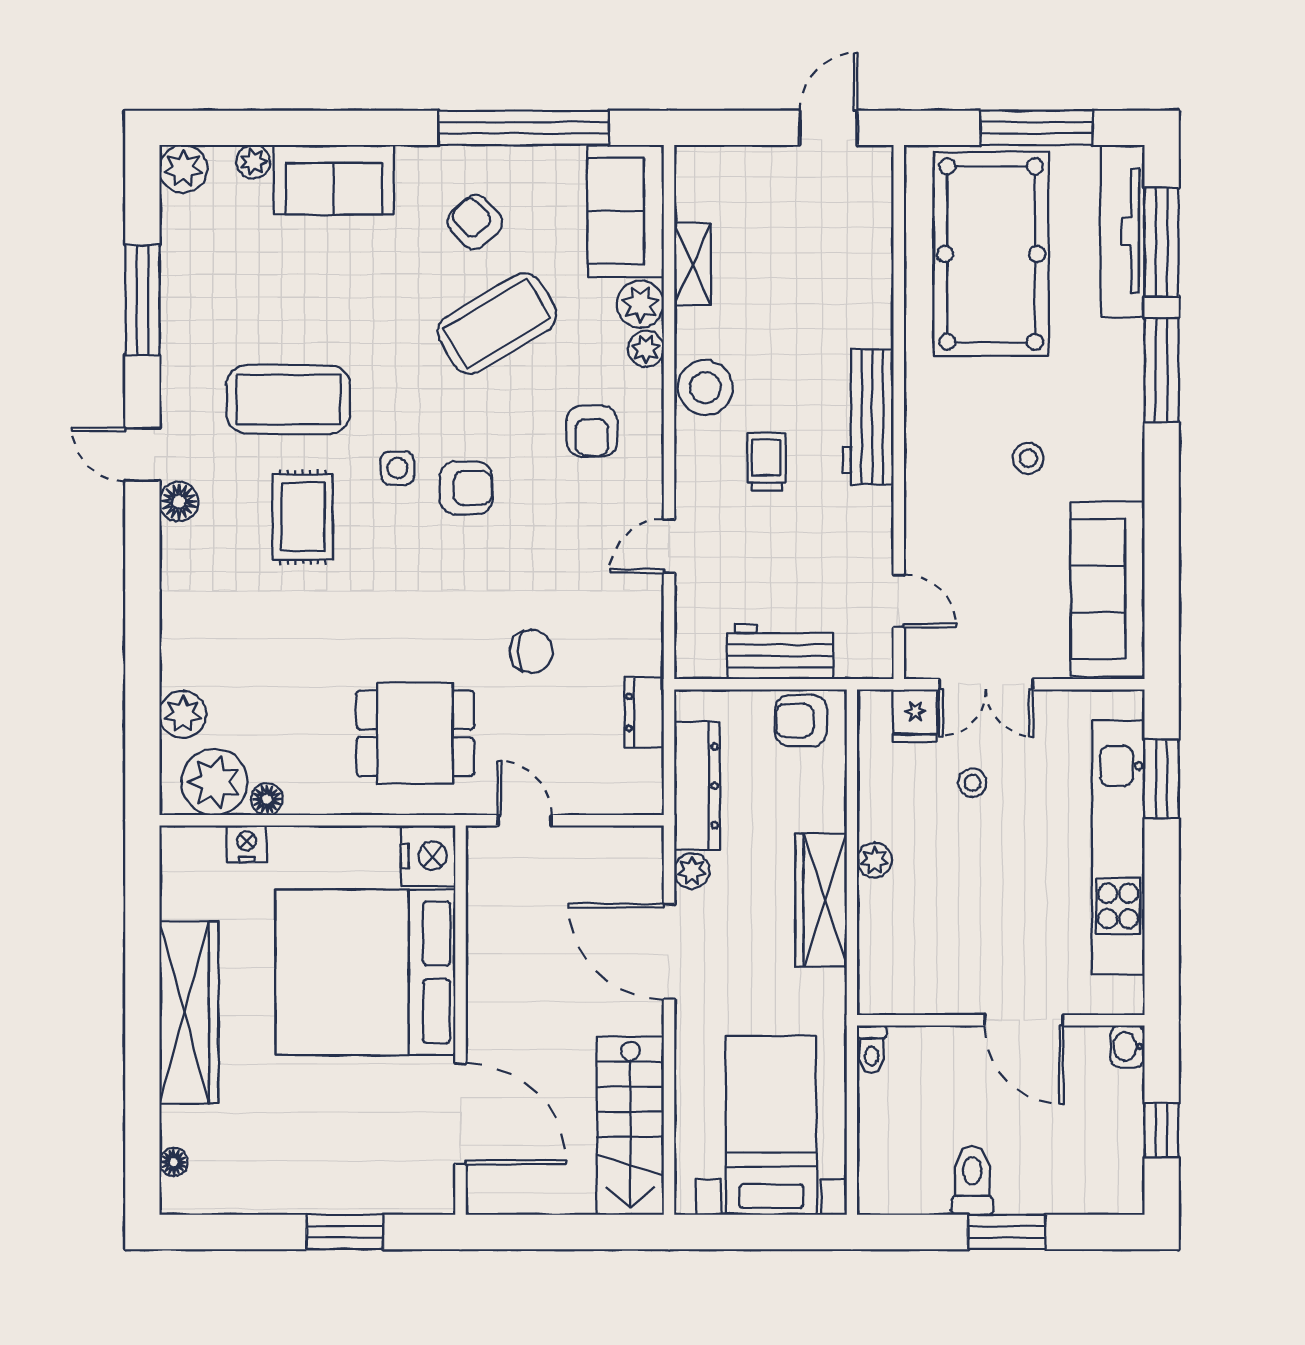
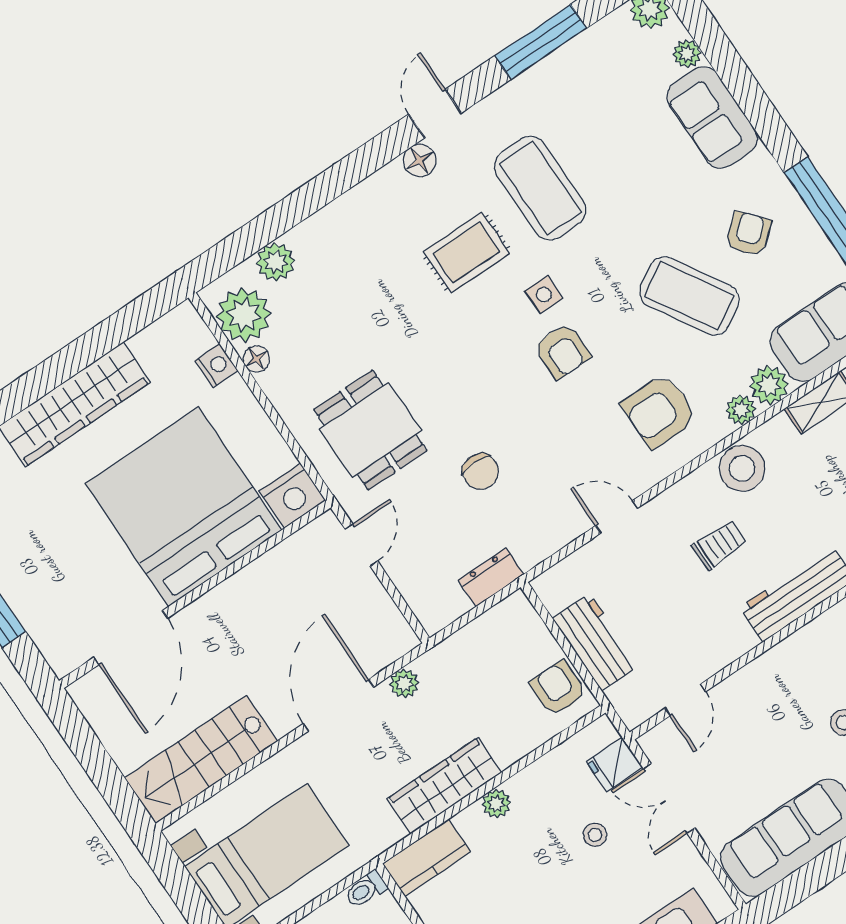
armchair: (592, 431) -> (659, 411), width x1.38, depth x1.38
dresser: (697, 786) -> (465, 647), removed
kitchen counter: (881, 967) -> (426, 858), added

